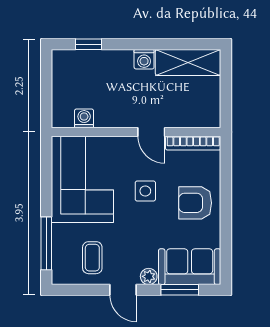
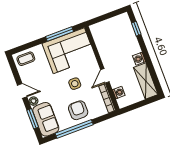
washing machine: (84, 118) -> (119, 93), moved
window: (226, 223) -> (74, 129), added
window: (46, 243) -> (60, 34), moved
coffee table: (92, 258) -> (26, 59), moved
door: (123, 290) -> (22, 91), swing flipped

